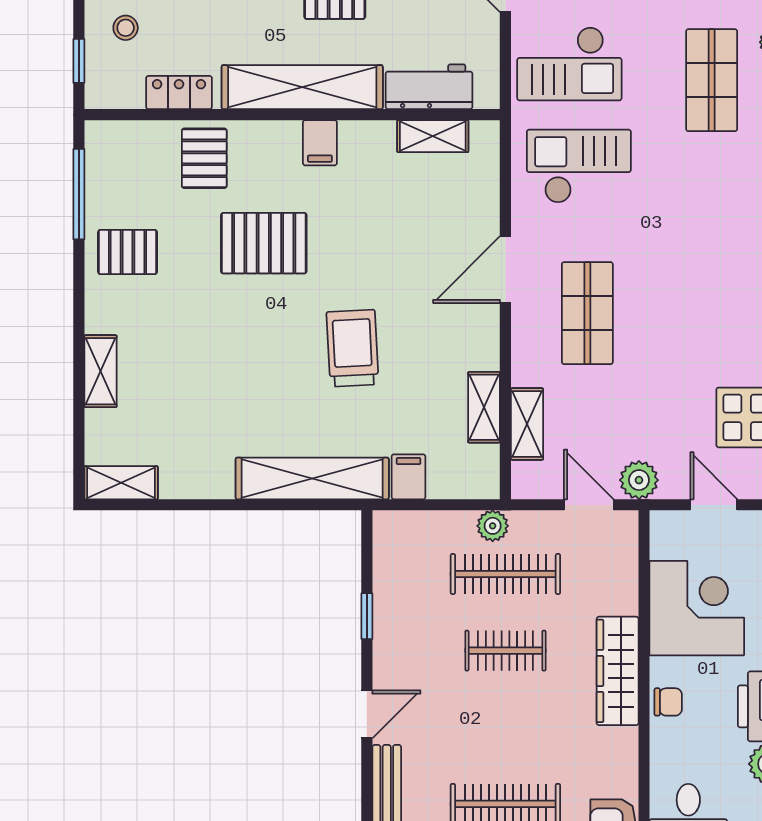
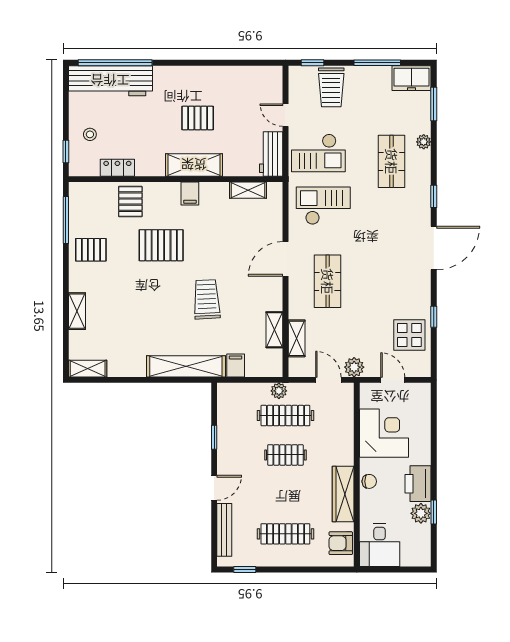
shelving: (302, 87) -> (194, 165), width x0.68
workbench: (429, 87) -> (271, 154), moved, turned -90
wardrobe: (618, 671) -> (343, 494), moved

